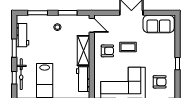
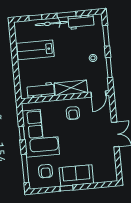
sofa: (159, 24) -> (76, 175), moved, turned 90
coffee table: (128, 47) -> (79, 134), removed
bicycle: (21, 74) -> (51, 23), moved

